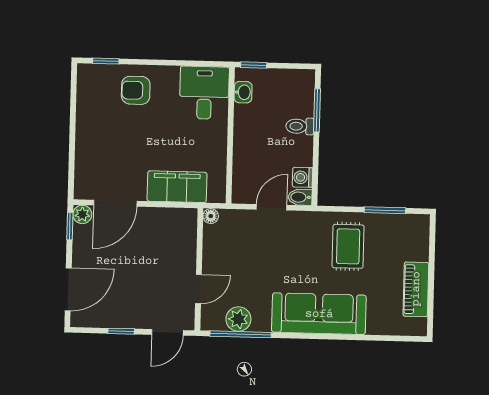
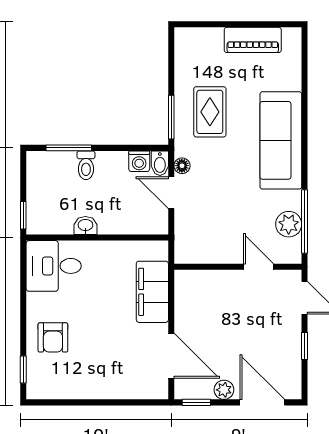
washbasin: (243, 92) -> (85, 226), moved
window: (385, 210) -> (171, 117), moved
plant: (82, 214) -> (224, 390), moved
floor lamp: (211, 216) -> (182, 166), moved
rug: (348, 246) -> (210, 112), turned 90

